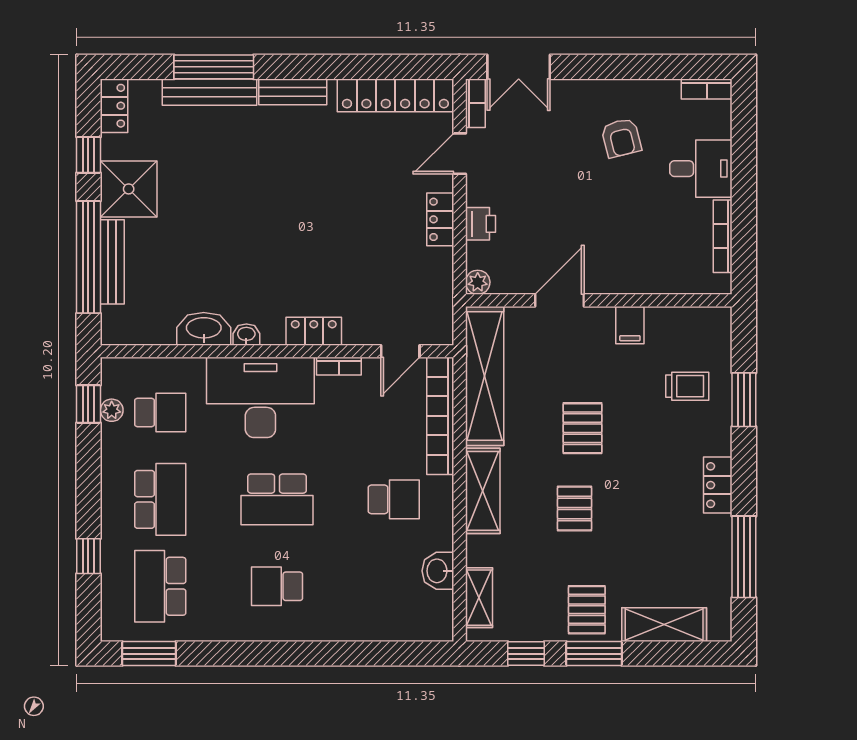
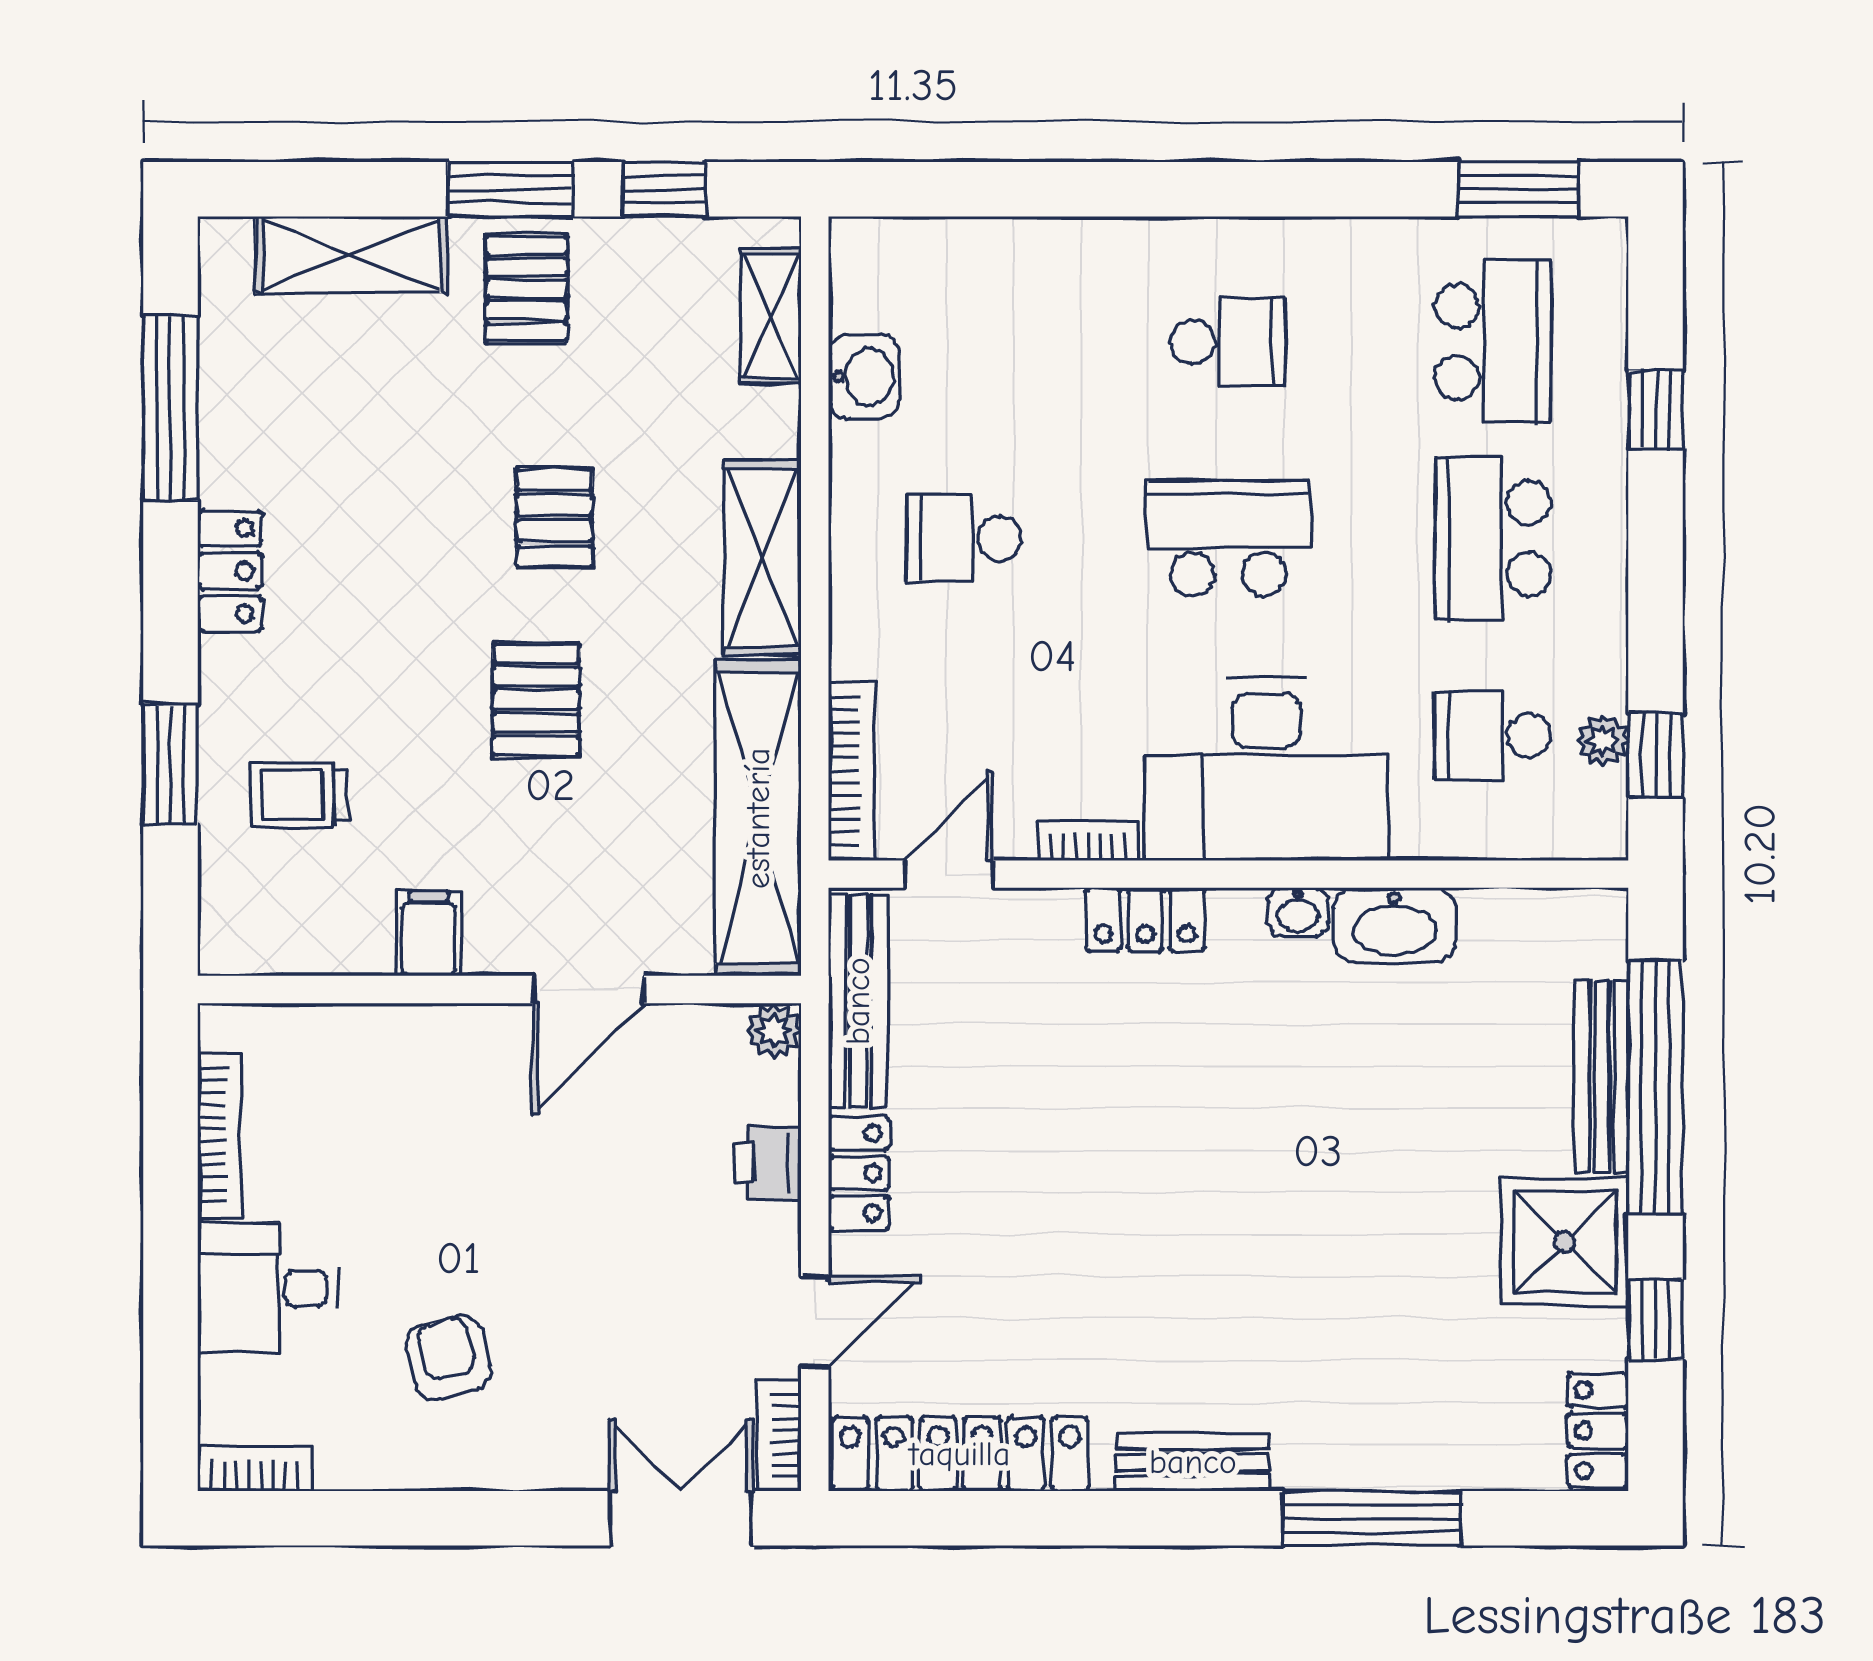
bench: (209, 92) -> (858, 1001), moved, turned 90
bookcase: (440, 416) -> (851, 771), width x0.68, depth x0.76

